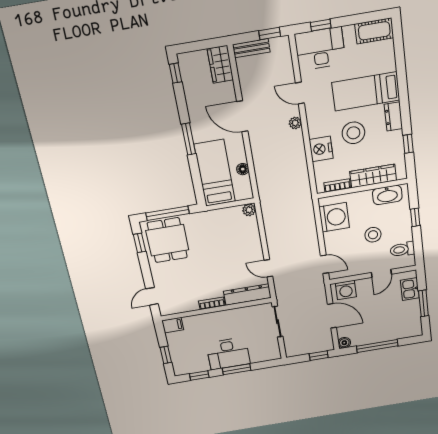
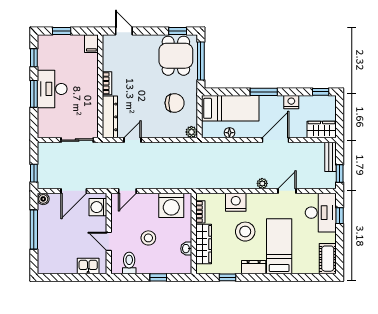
nightstand: (194, 106) -> (291, 102), added
washbasin: (387, 195) -> (186, 249), width x0.52, depth x0.69
chair: (220, 233) -> (175, 103), added
dining table: (167, 240) -> (176, 56), turned 90
window: (423, 303) -> (71, 277), removed

